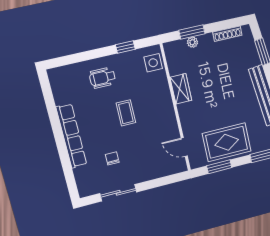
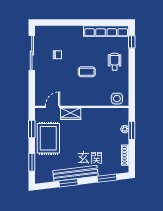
window: (125, 47) -> (132, 42), moved
wardrobe: (181, 89) -> (71, 114), moved
row of seats: (71, 136) -> (106, 31), moved
sliding door: (118, 193) -> (32, 53), width x1.37

